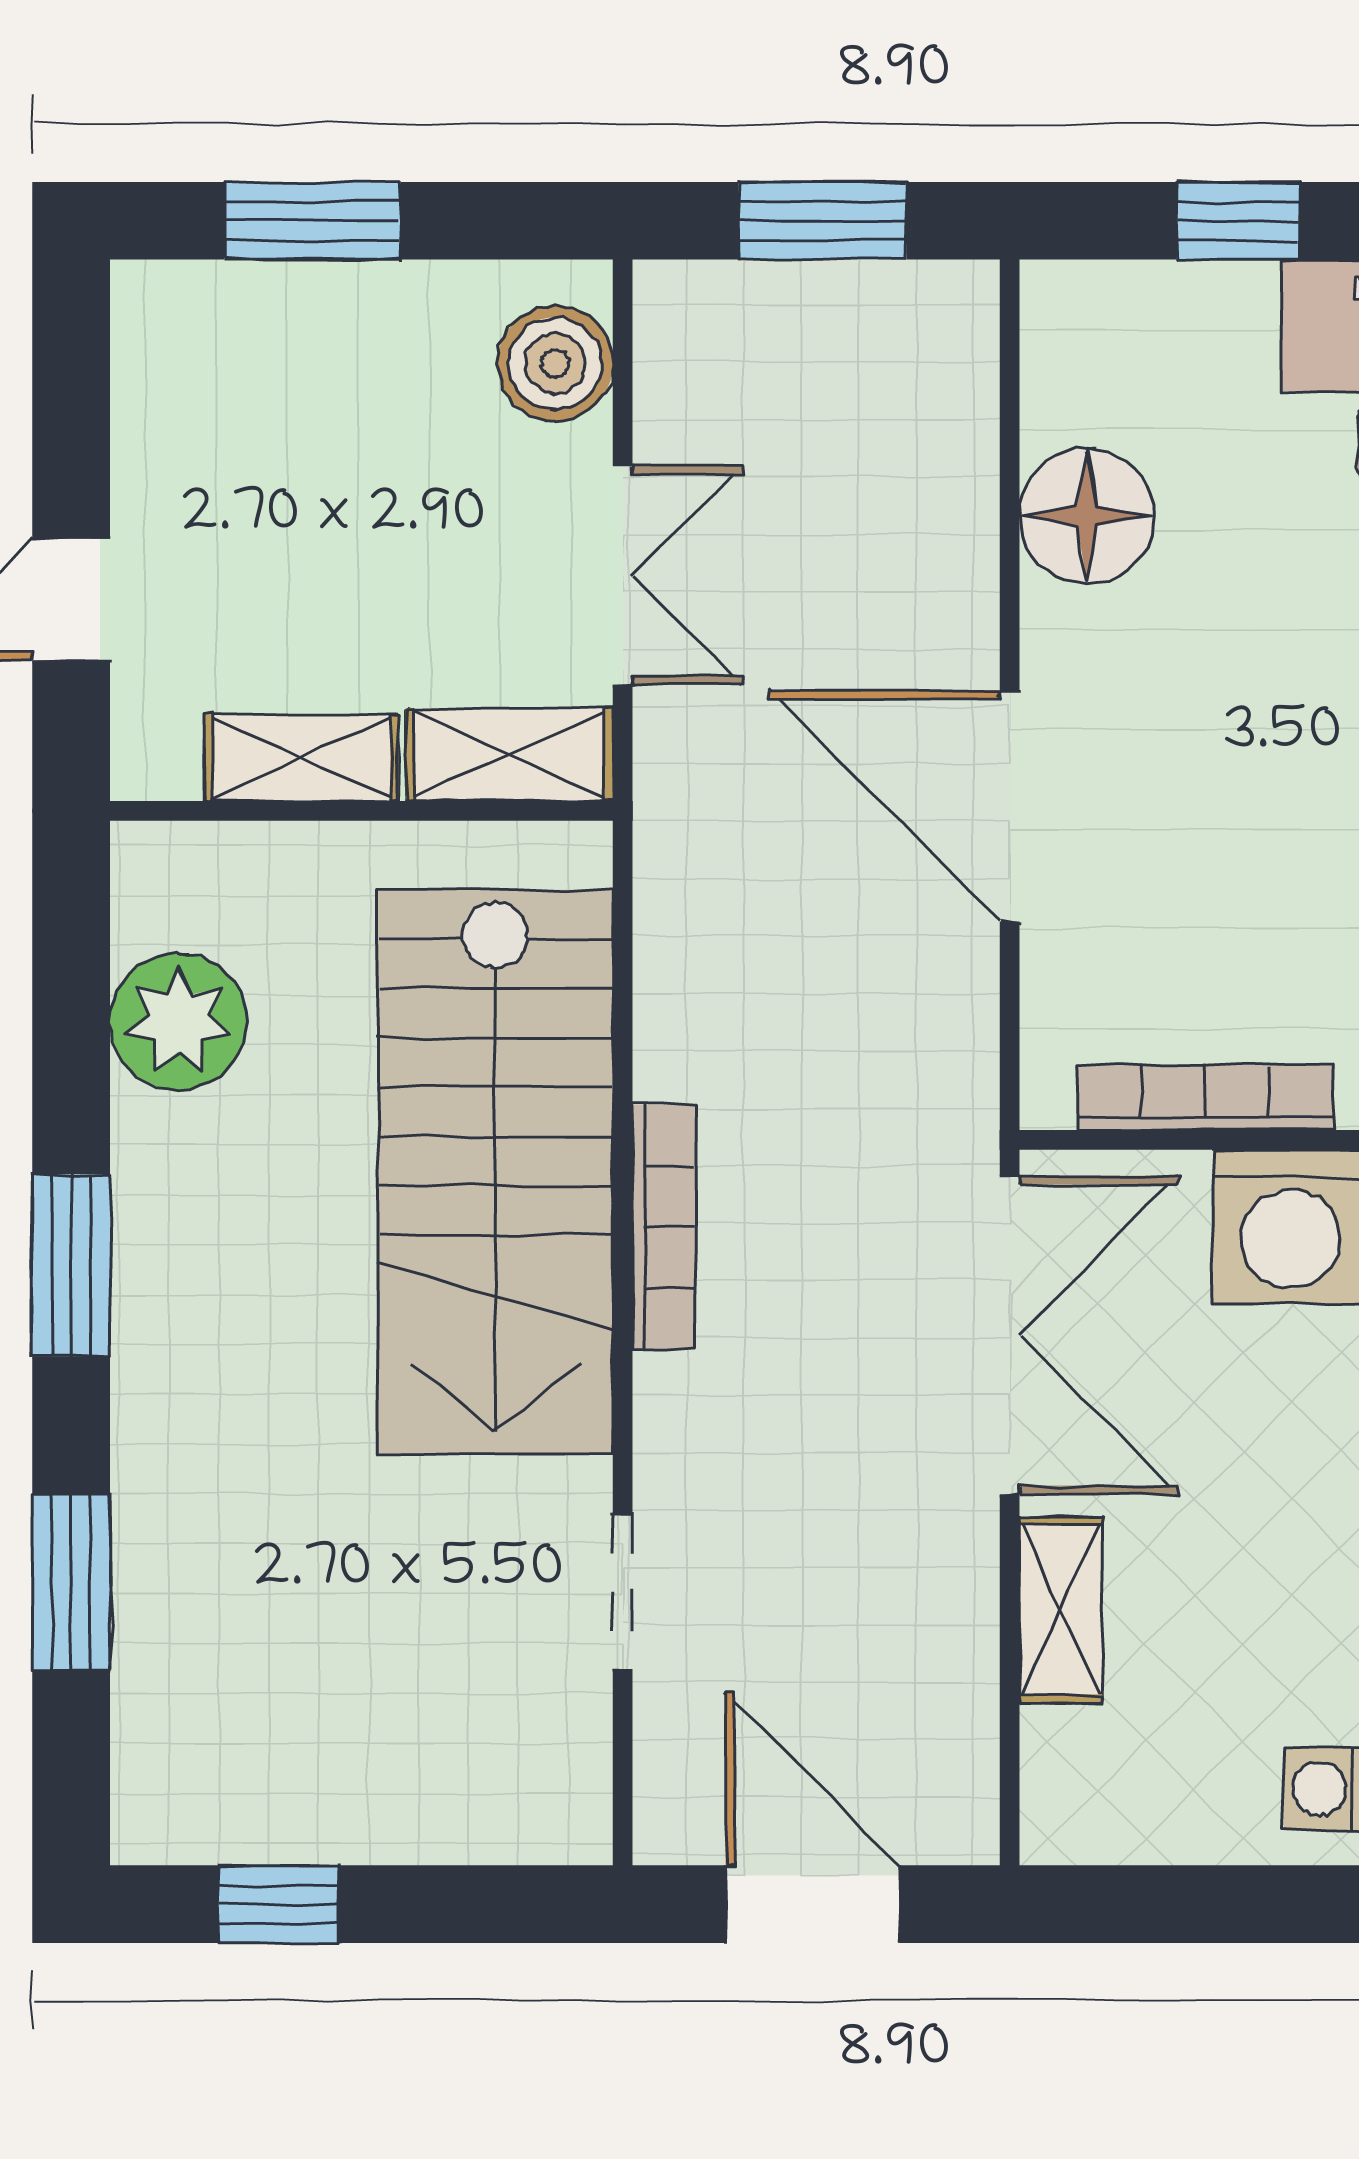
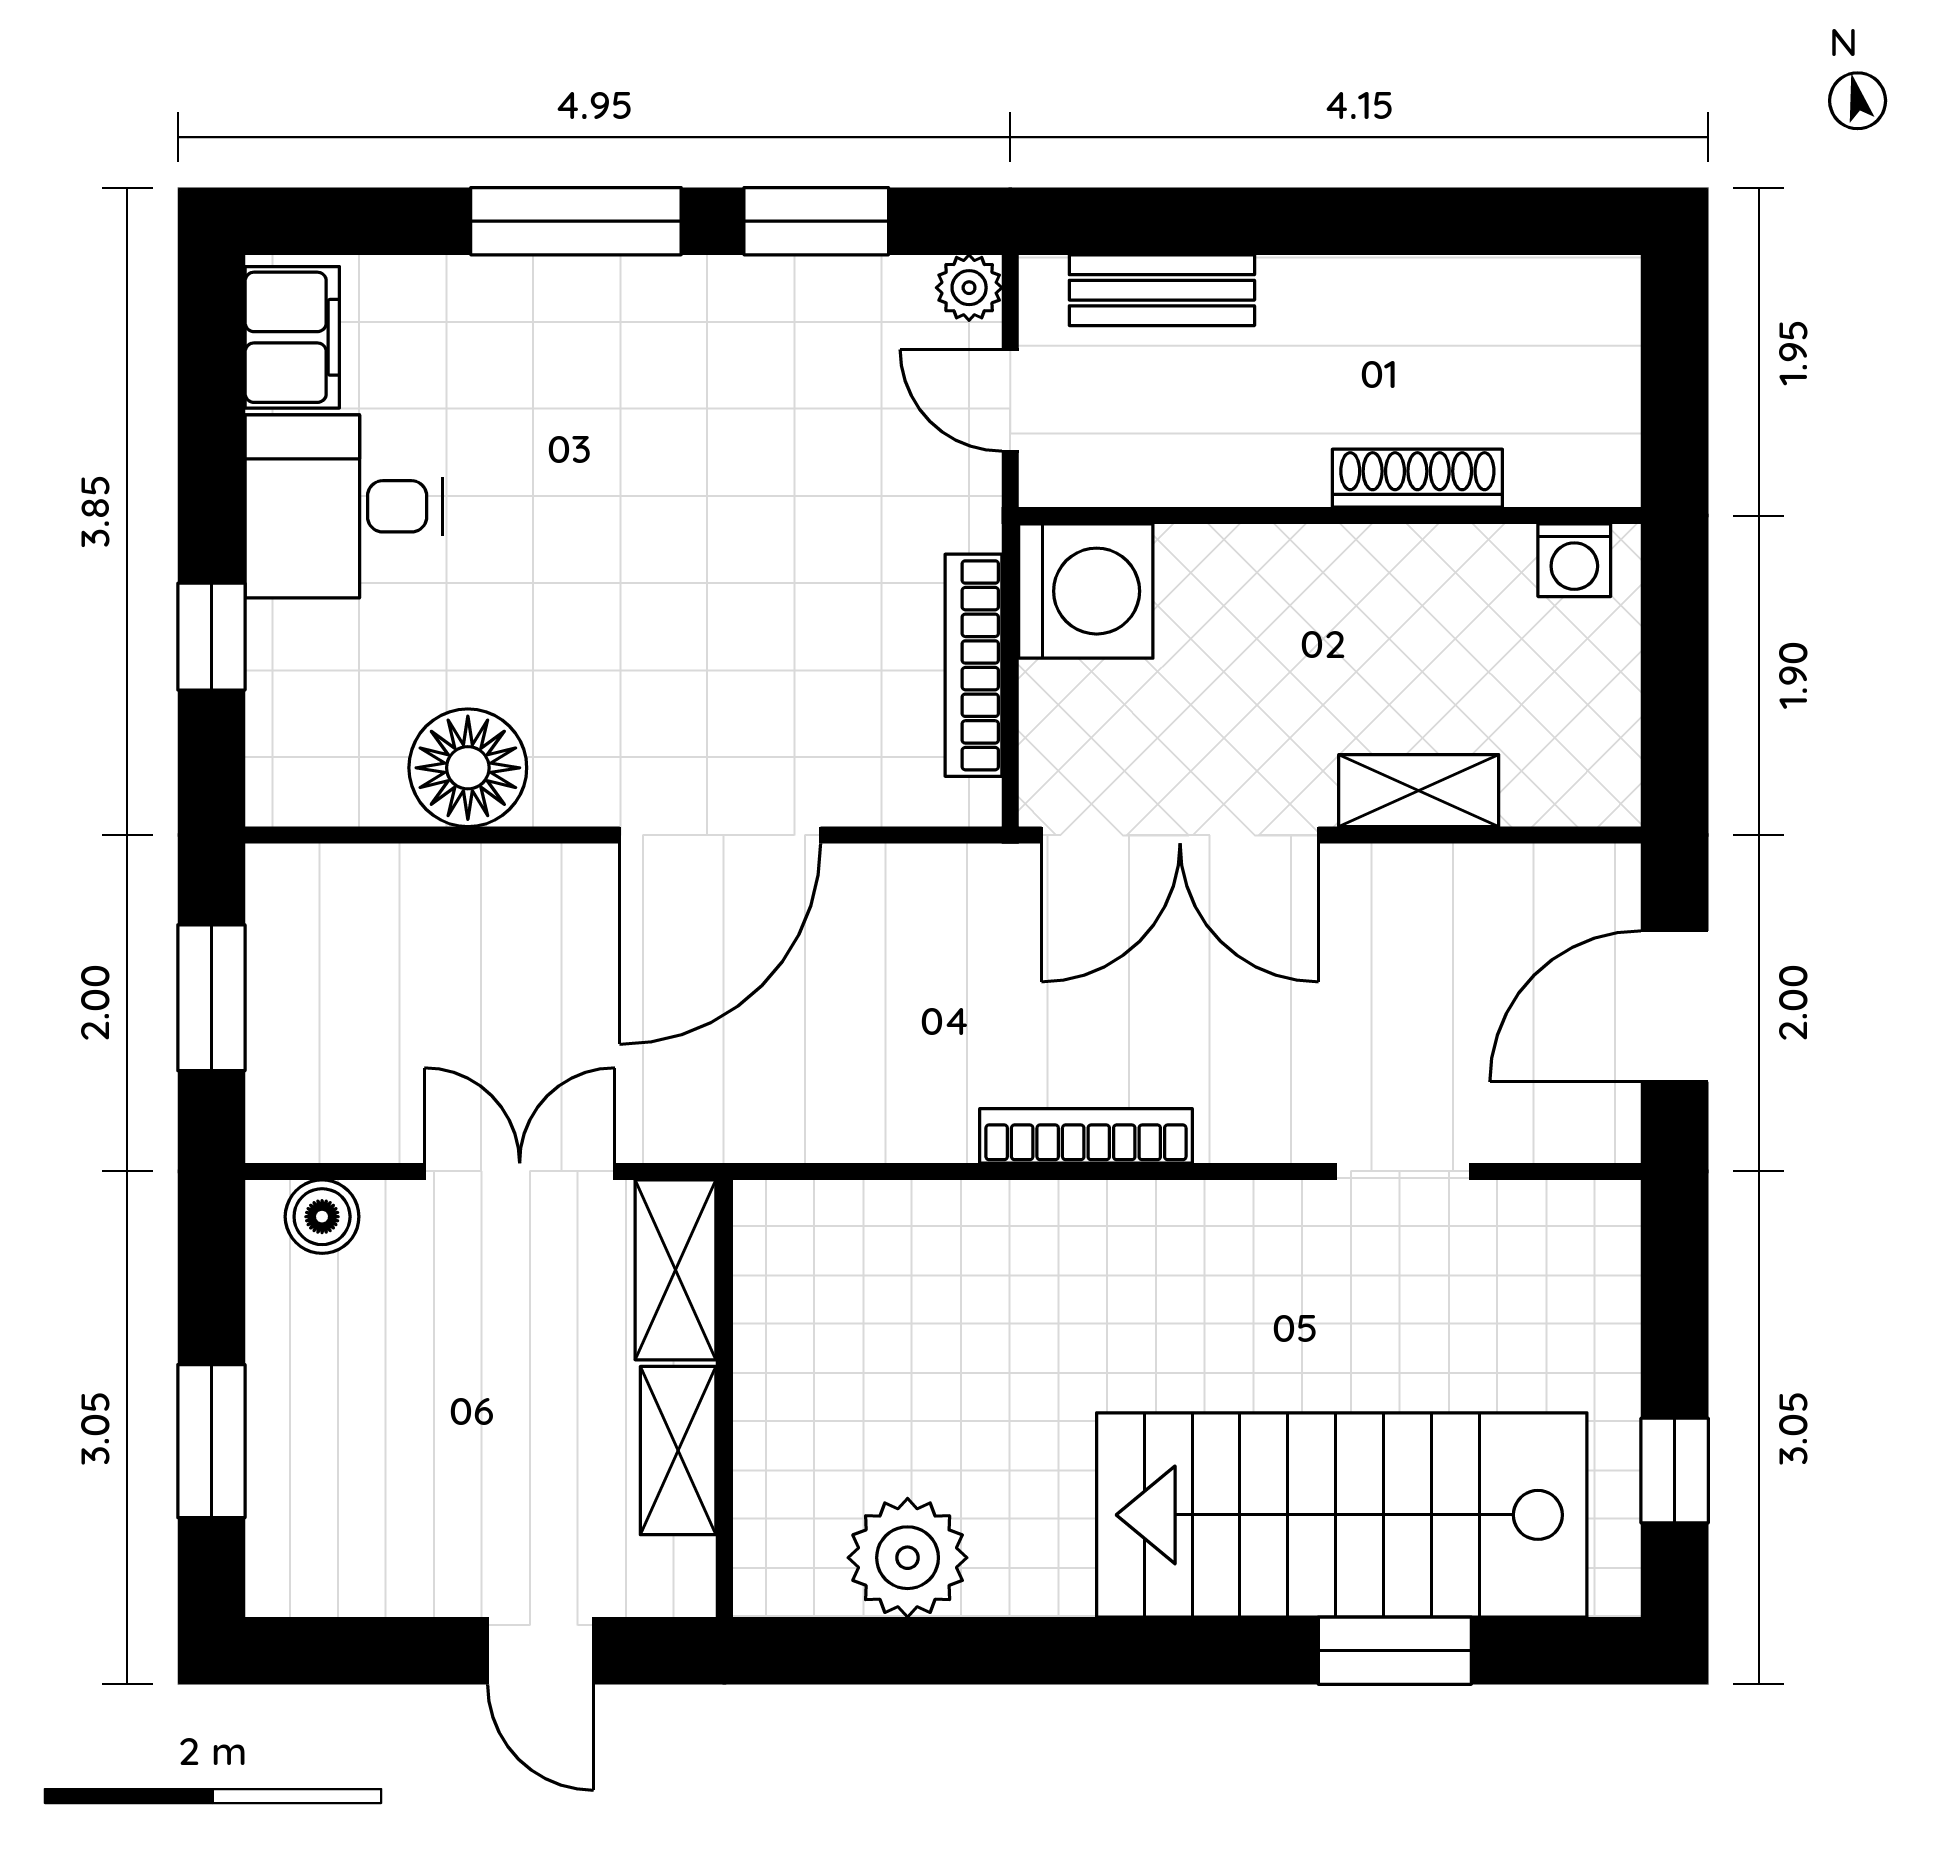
boiler: (555, 363) -> (322, 1217), width x0.73, depth x0.73
stairs: (495, 1172) -> (1342, 1515), moved, turned 180
window: (71, 1265) -> (1119, 1651), removed
double door: (1010, 1335) -> (1180, 835), swing flipped

